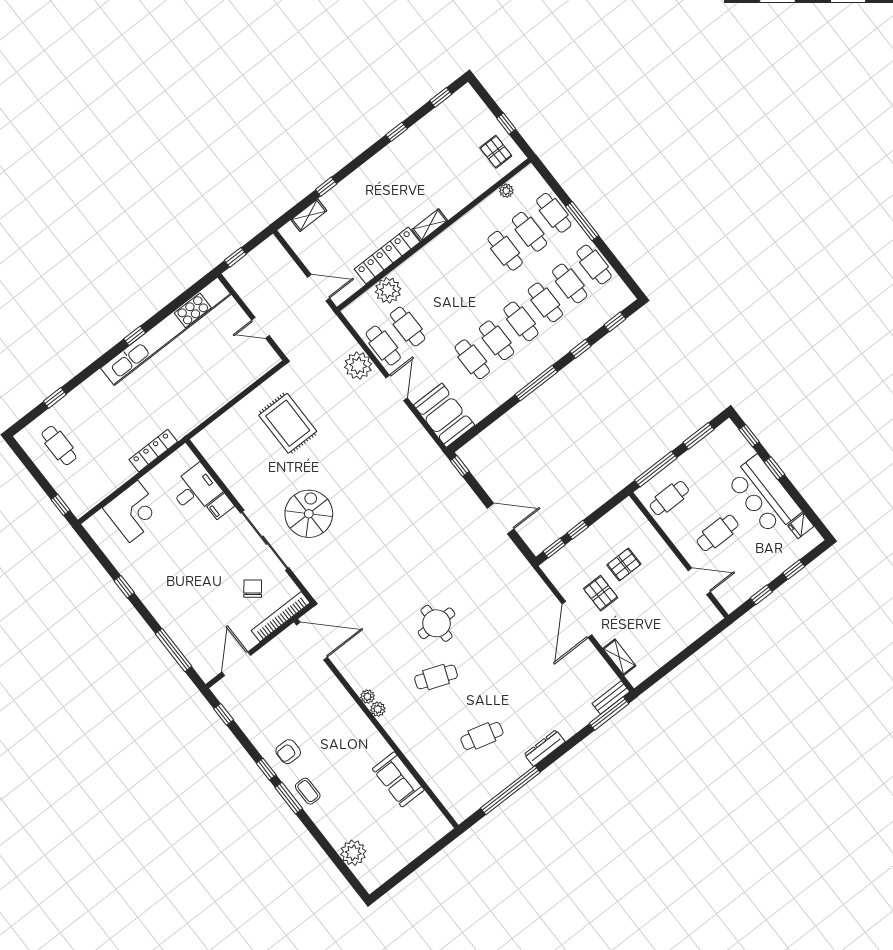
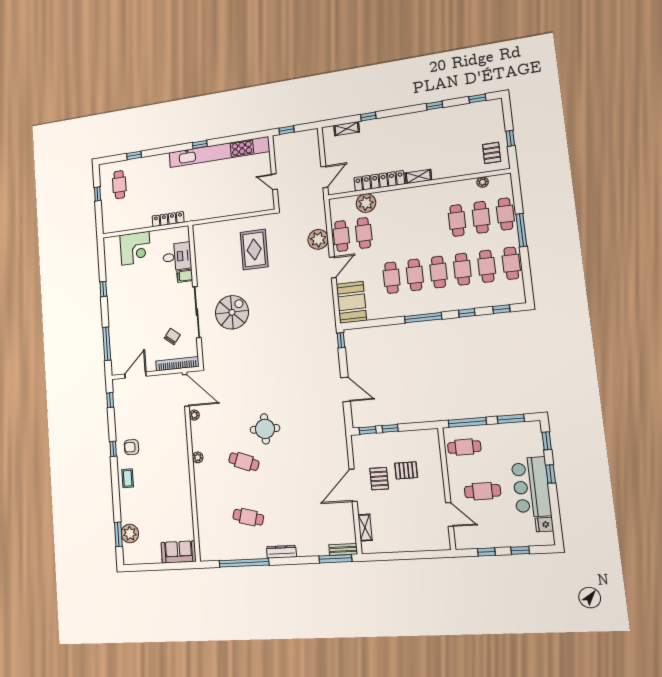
door: (319, 288) -> (324, 177), hinge flipped
window: (61, 505) -> (97, 194), moved
plant: (368, 697) -> (194, 415), moved
sofa: (398, 779) -> (179, 552), moved, turned 90
window: (289, 798) -> (118, 534), moved

